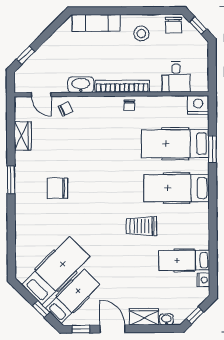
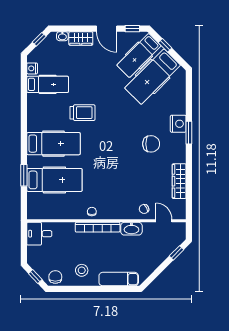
desk: (176, 77) -> (39, 234), moved, turned -90
nightstand: (198, 105) -> (178, 124), moved, turned -90
wardrobe: (23, 136) -> (179, 181), width x1.50
window: (11, 180) -> (189, 133), moved

